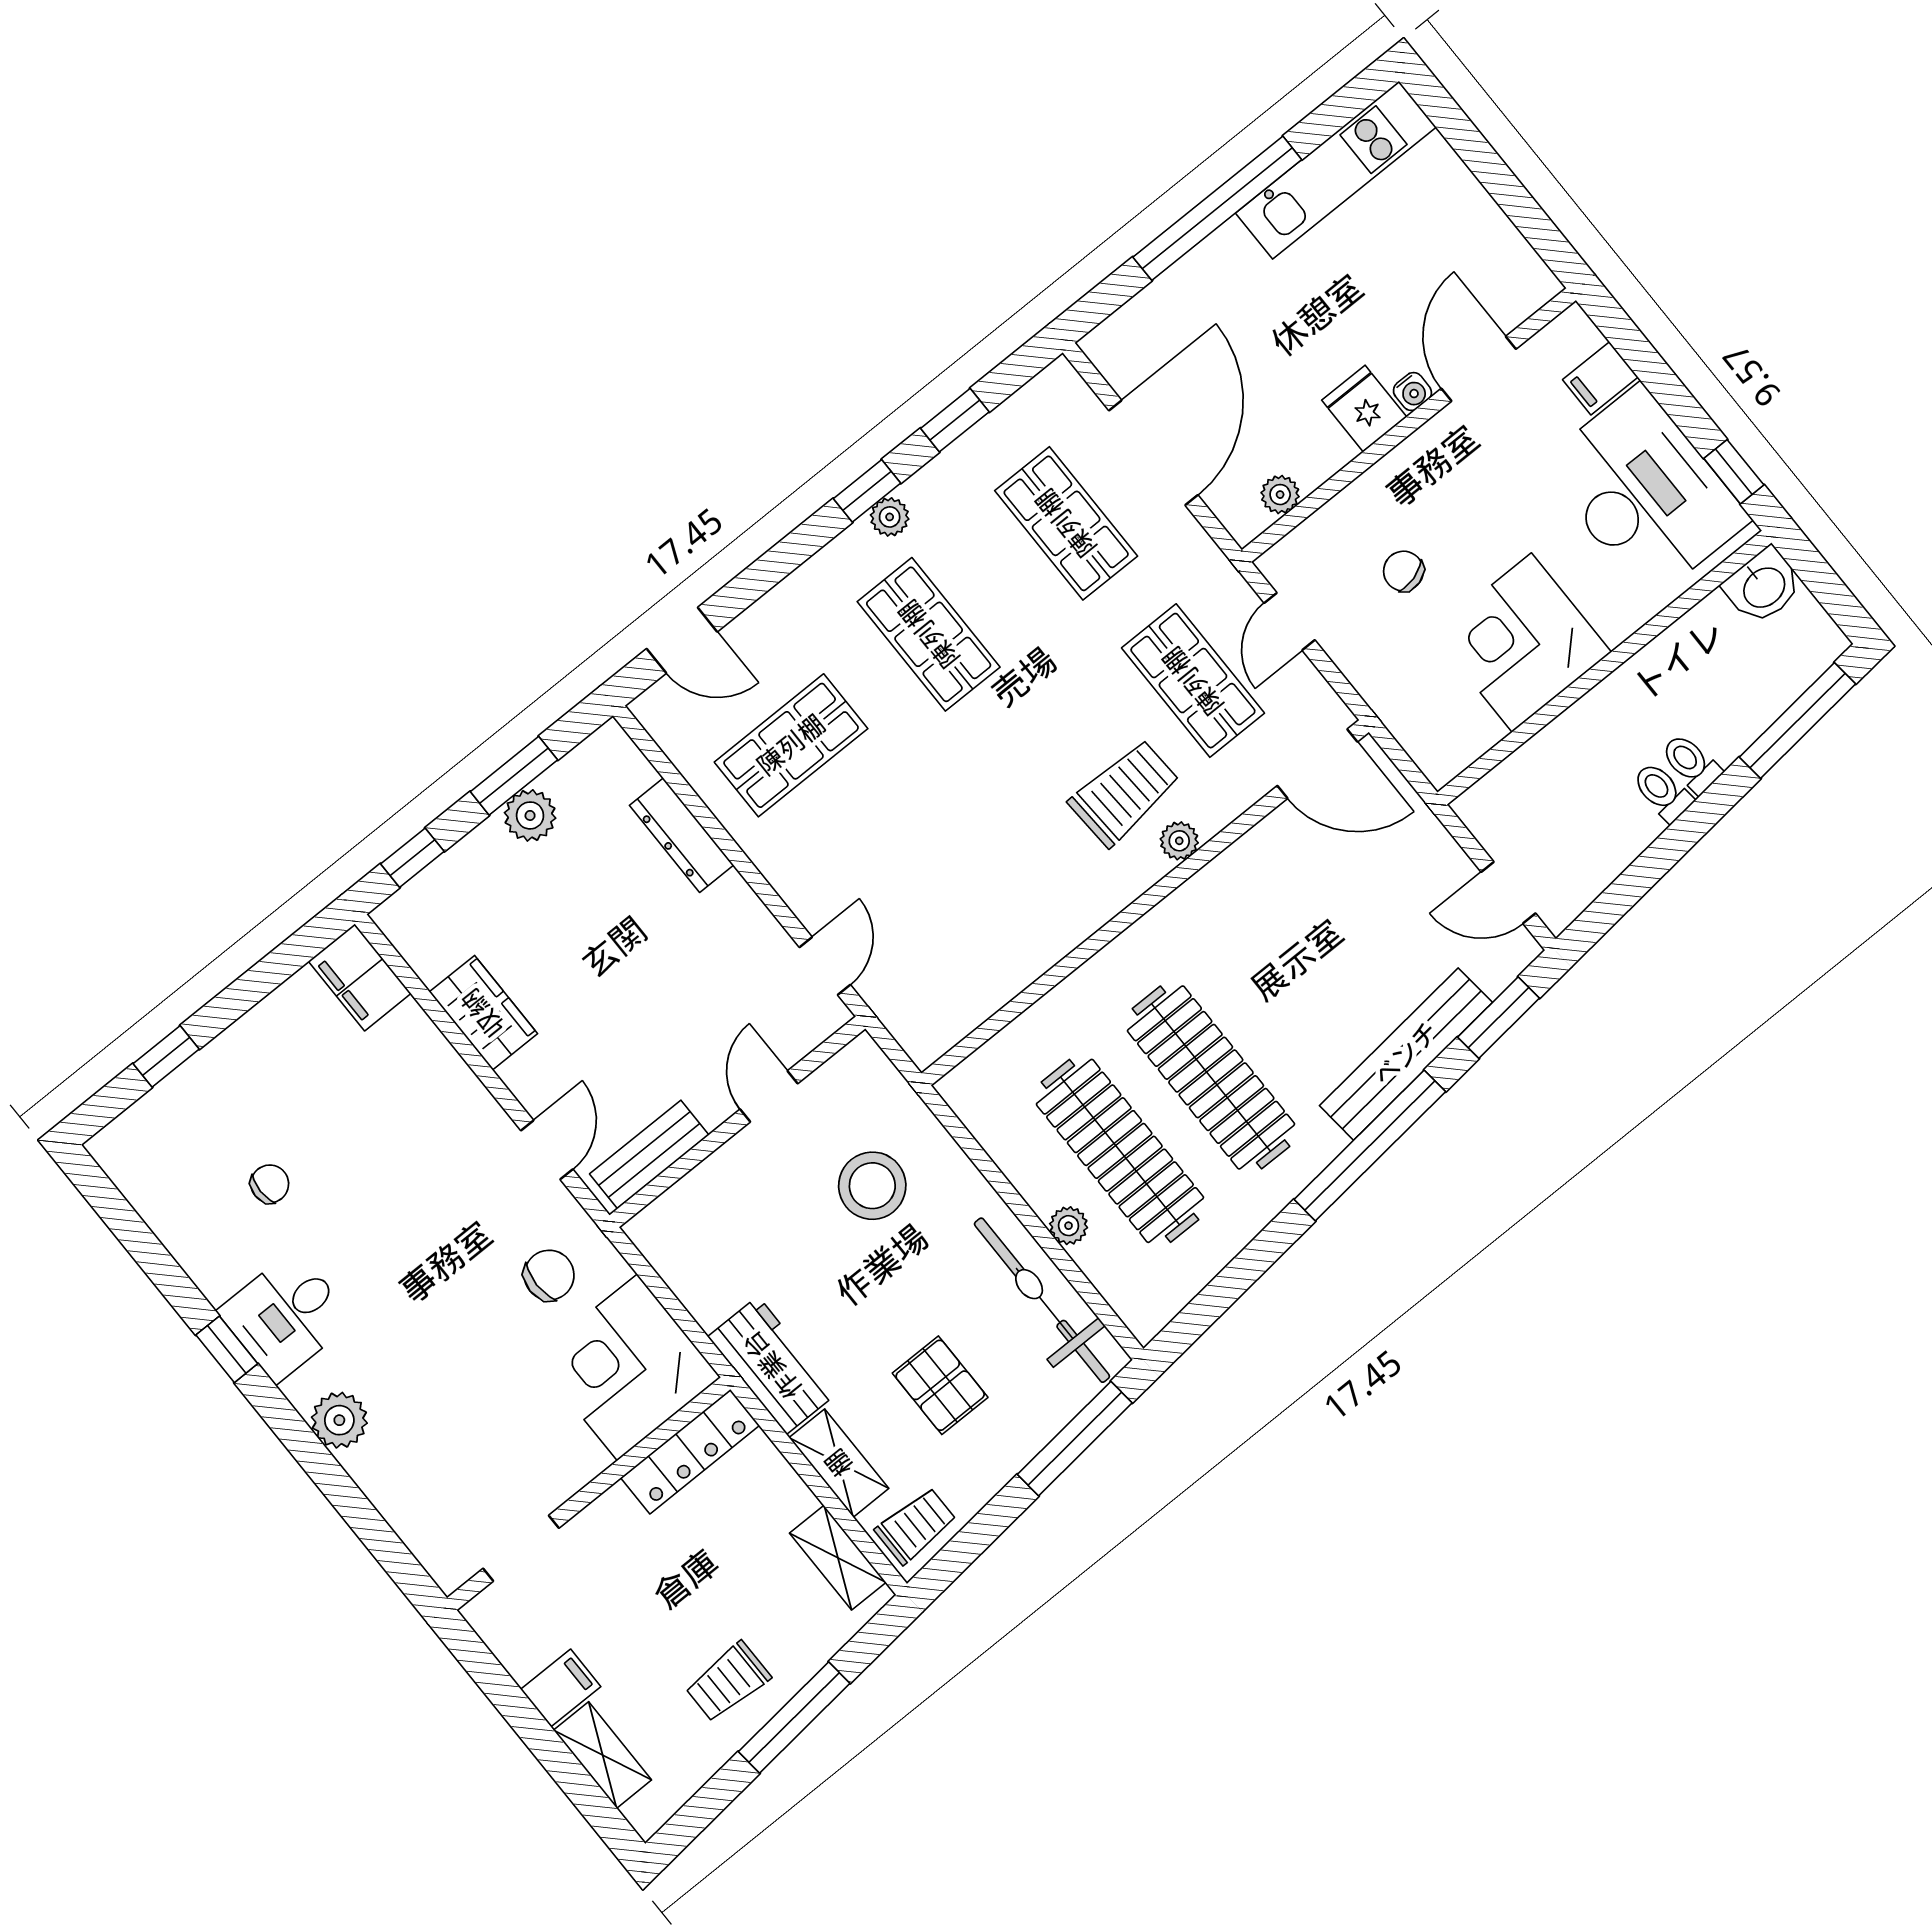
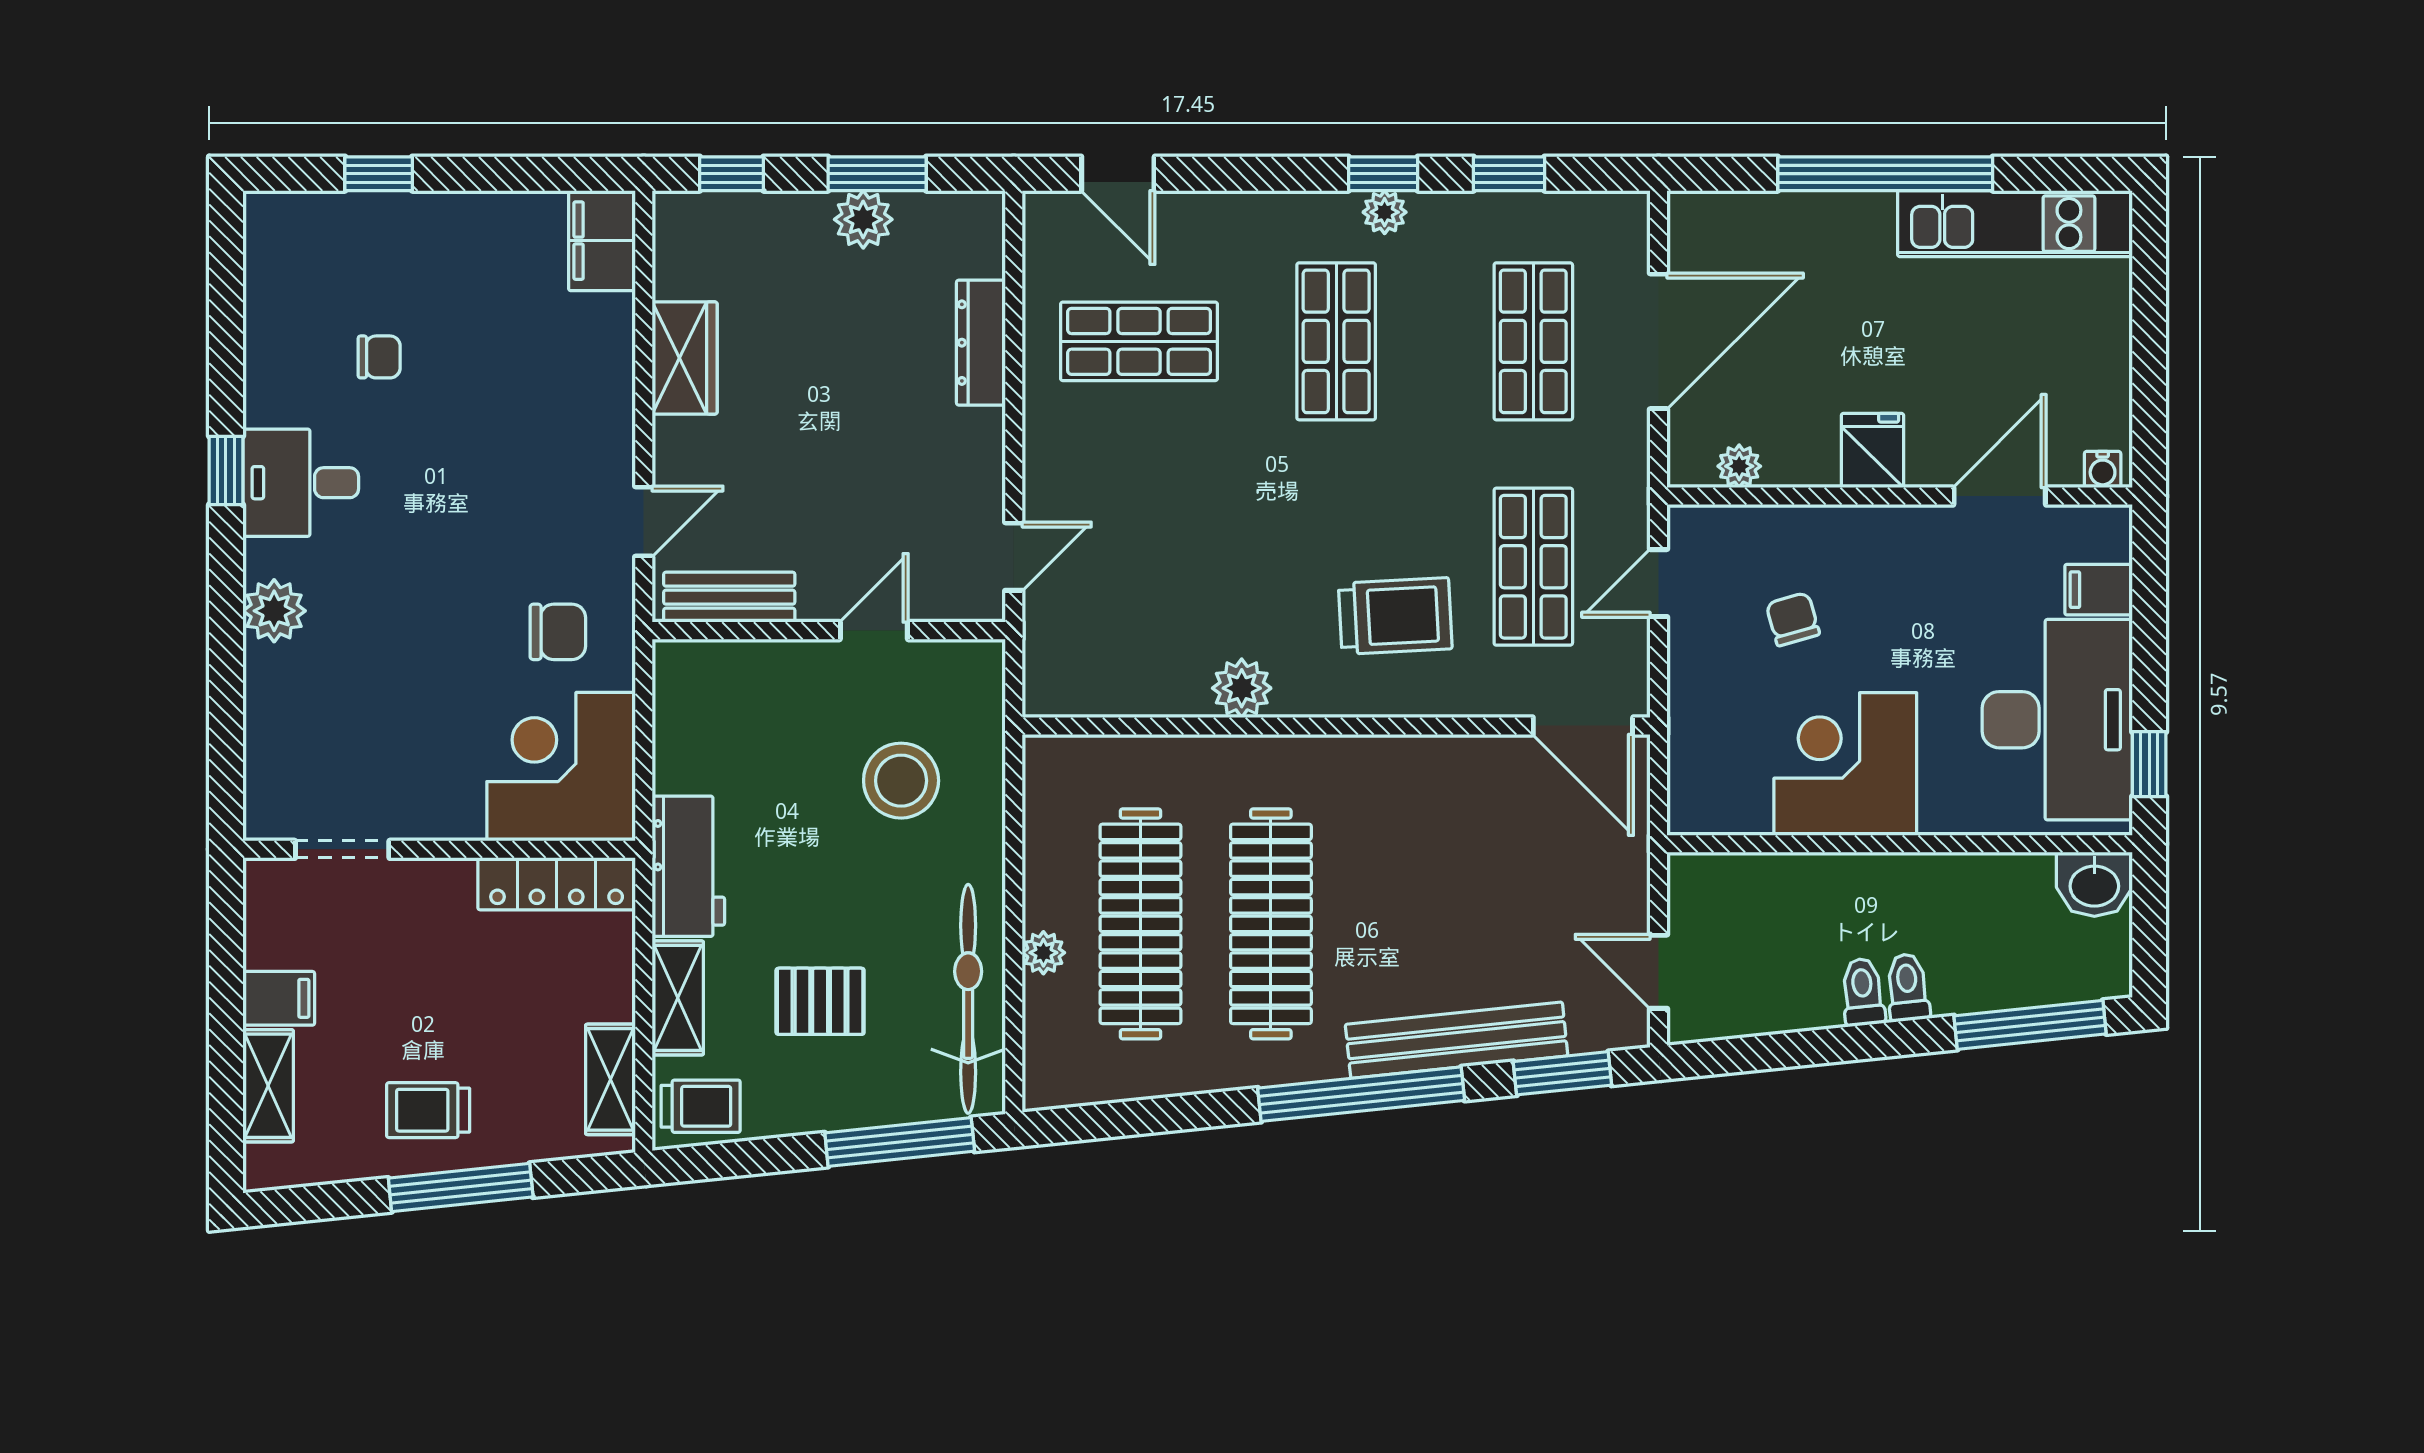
water cooler: (1412, 392) -> (2103, 470), moved
plant: (1179, 841) -> (1242, 688), moved, width x1.38, depth x1.38
pallet: (940, 1385) -> (820, 1001), turned 90

